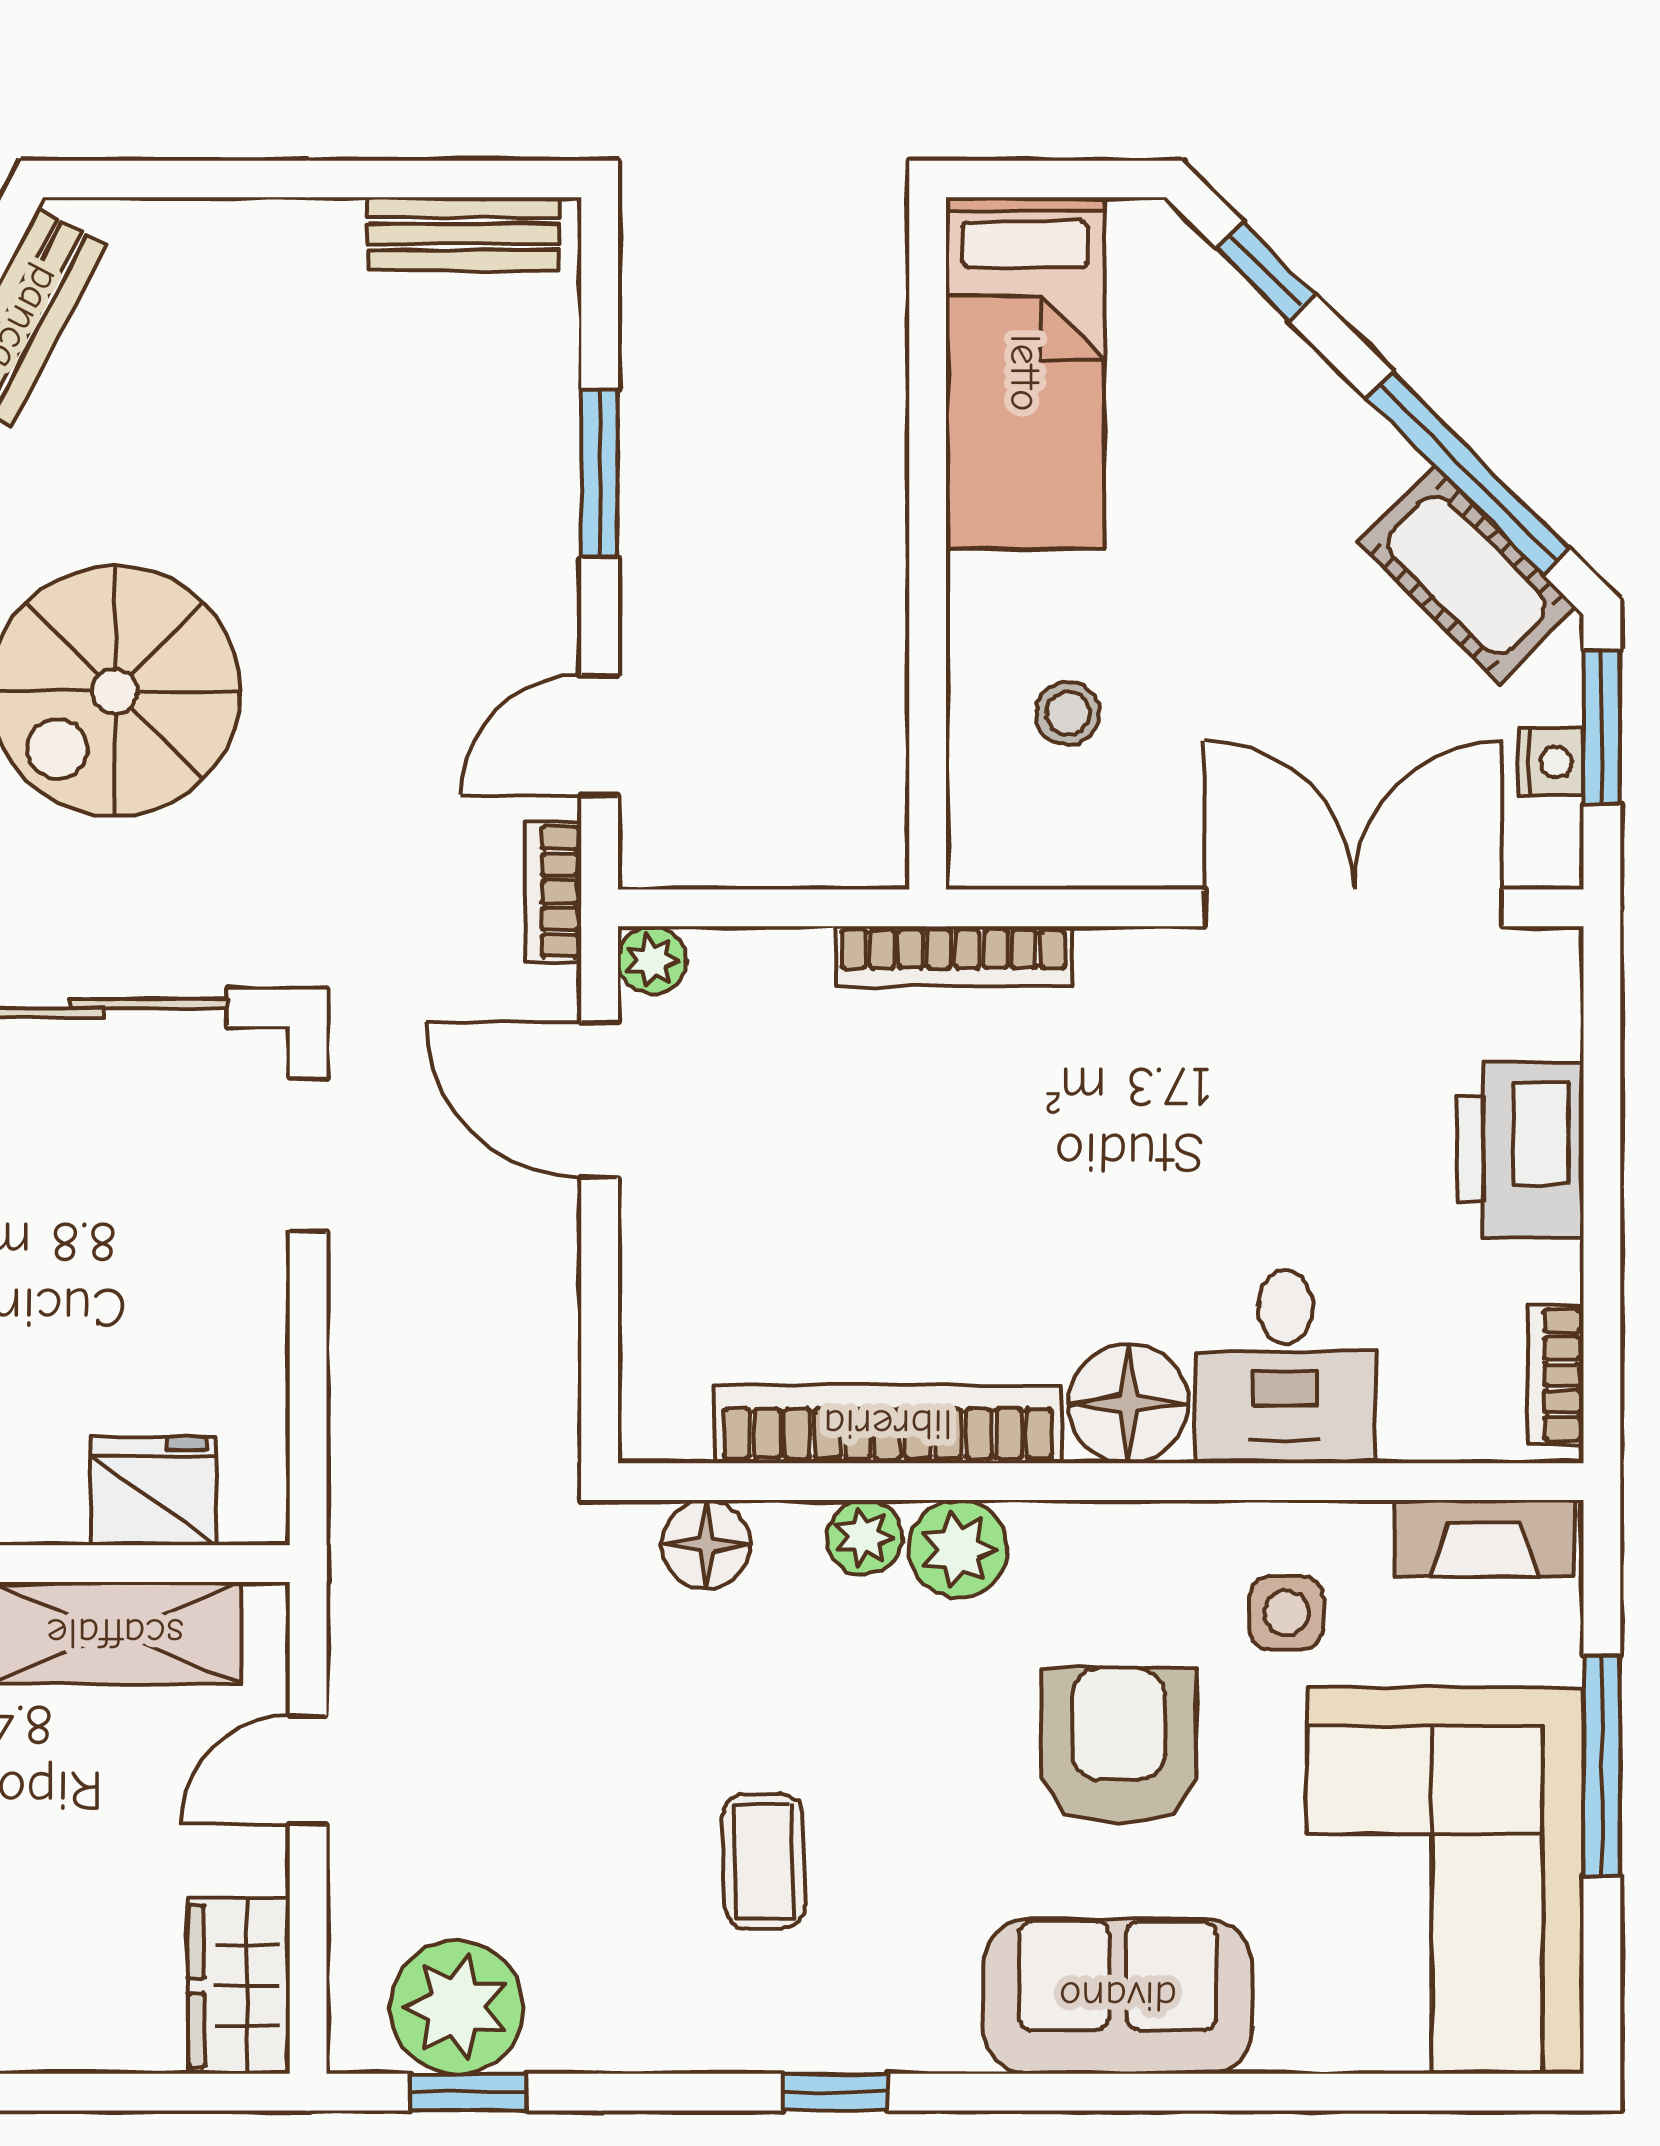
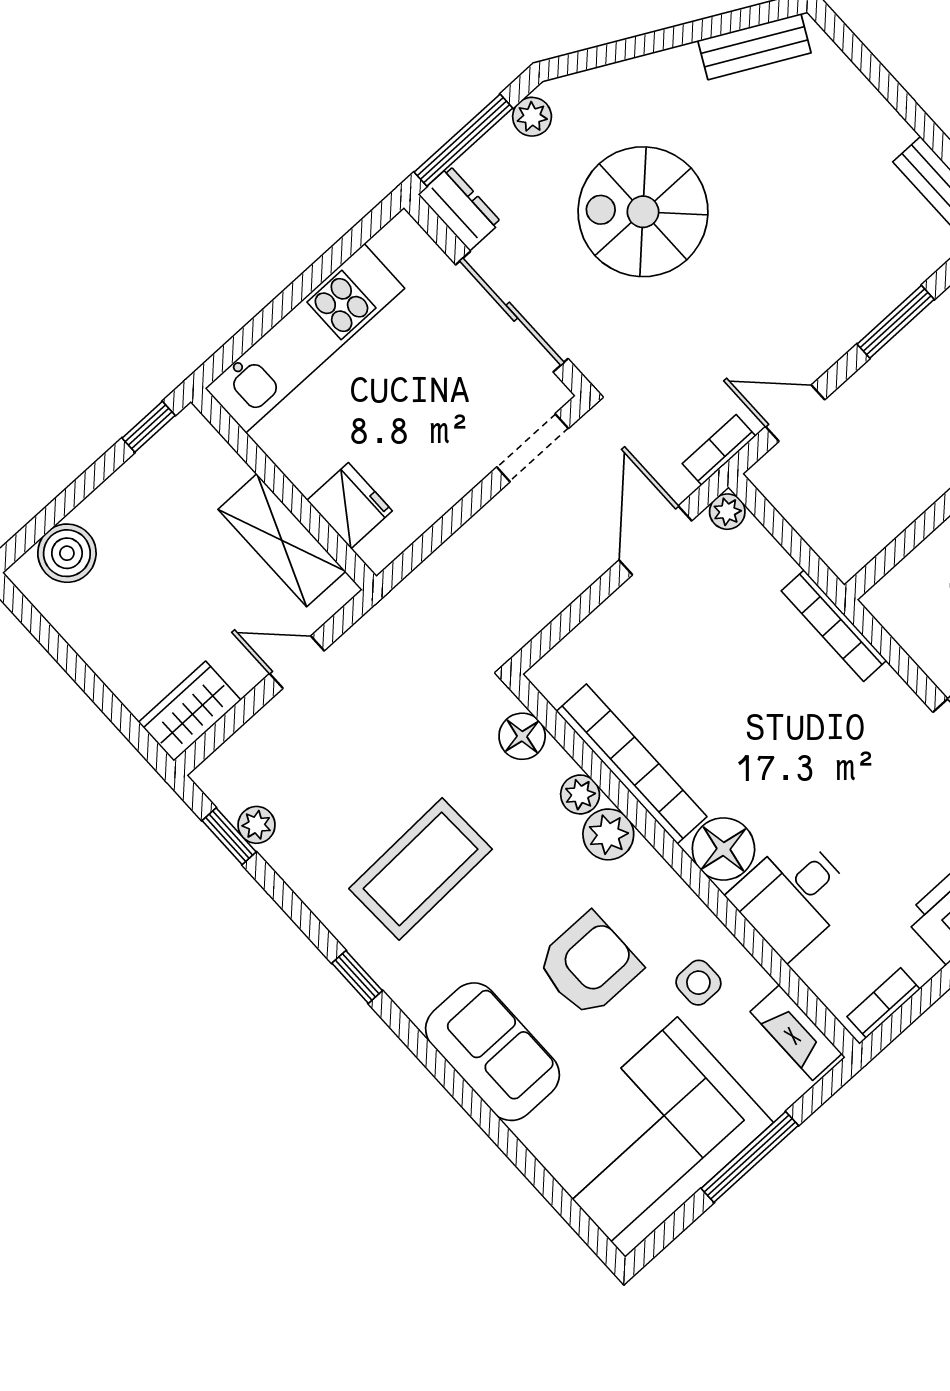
coffee table: (764, 1861) -> (421, 869), width x1.86, depth x1.72
plant: (457, 2007) -> (257, 825), width x0.53, depth x0.53

